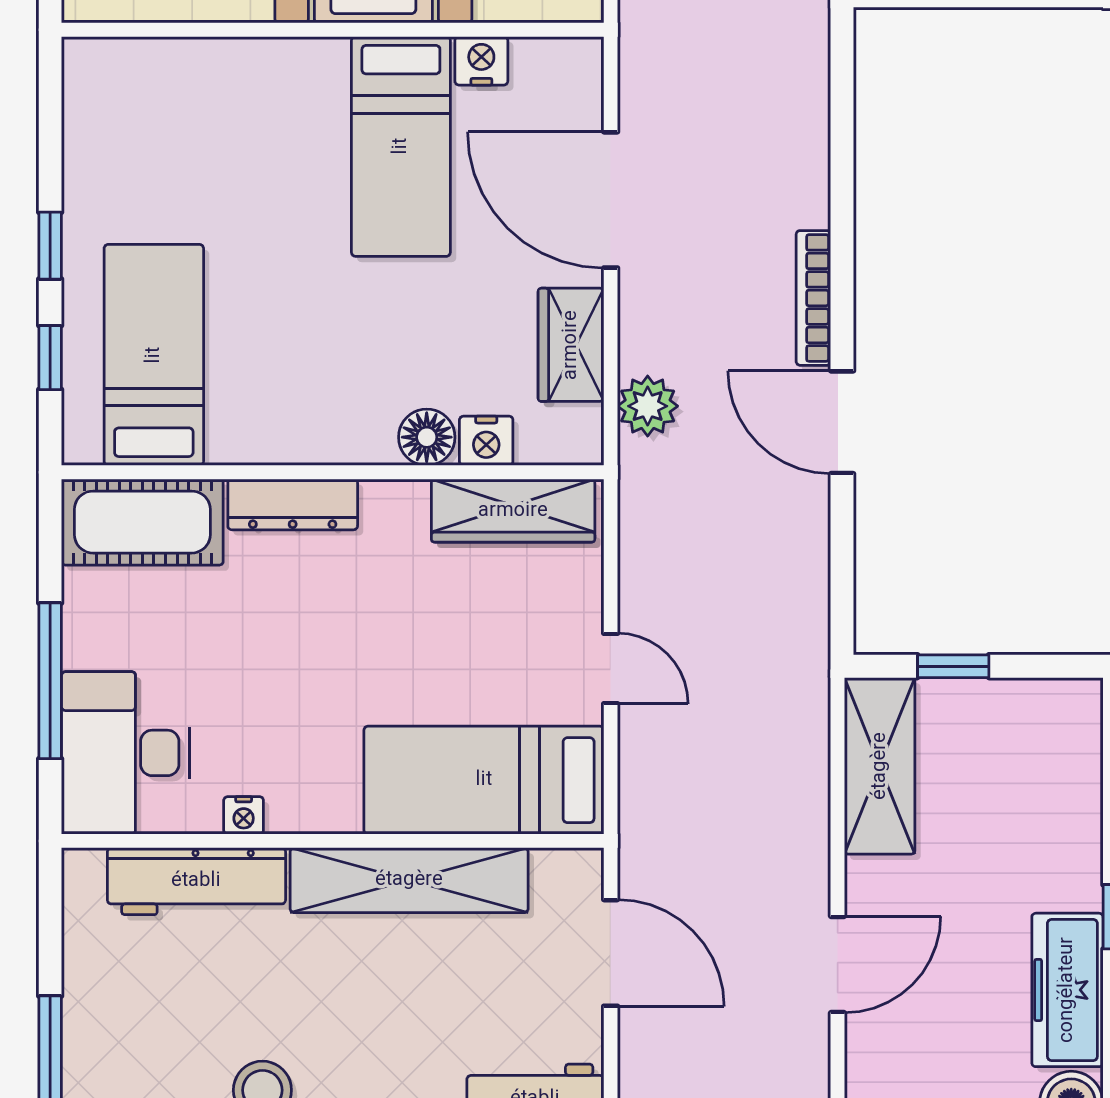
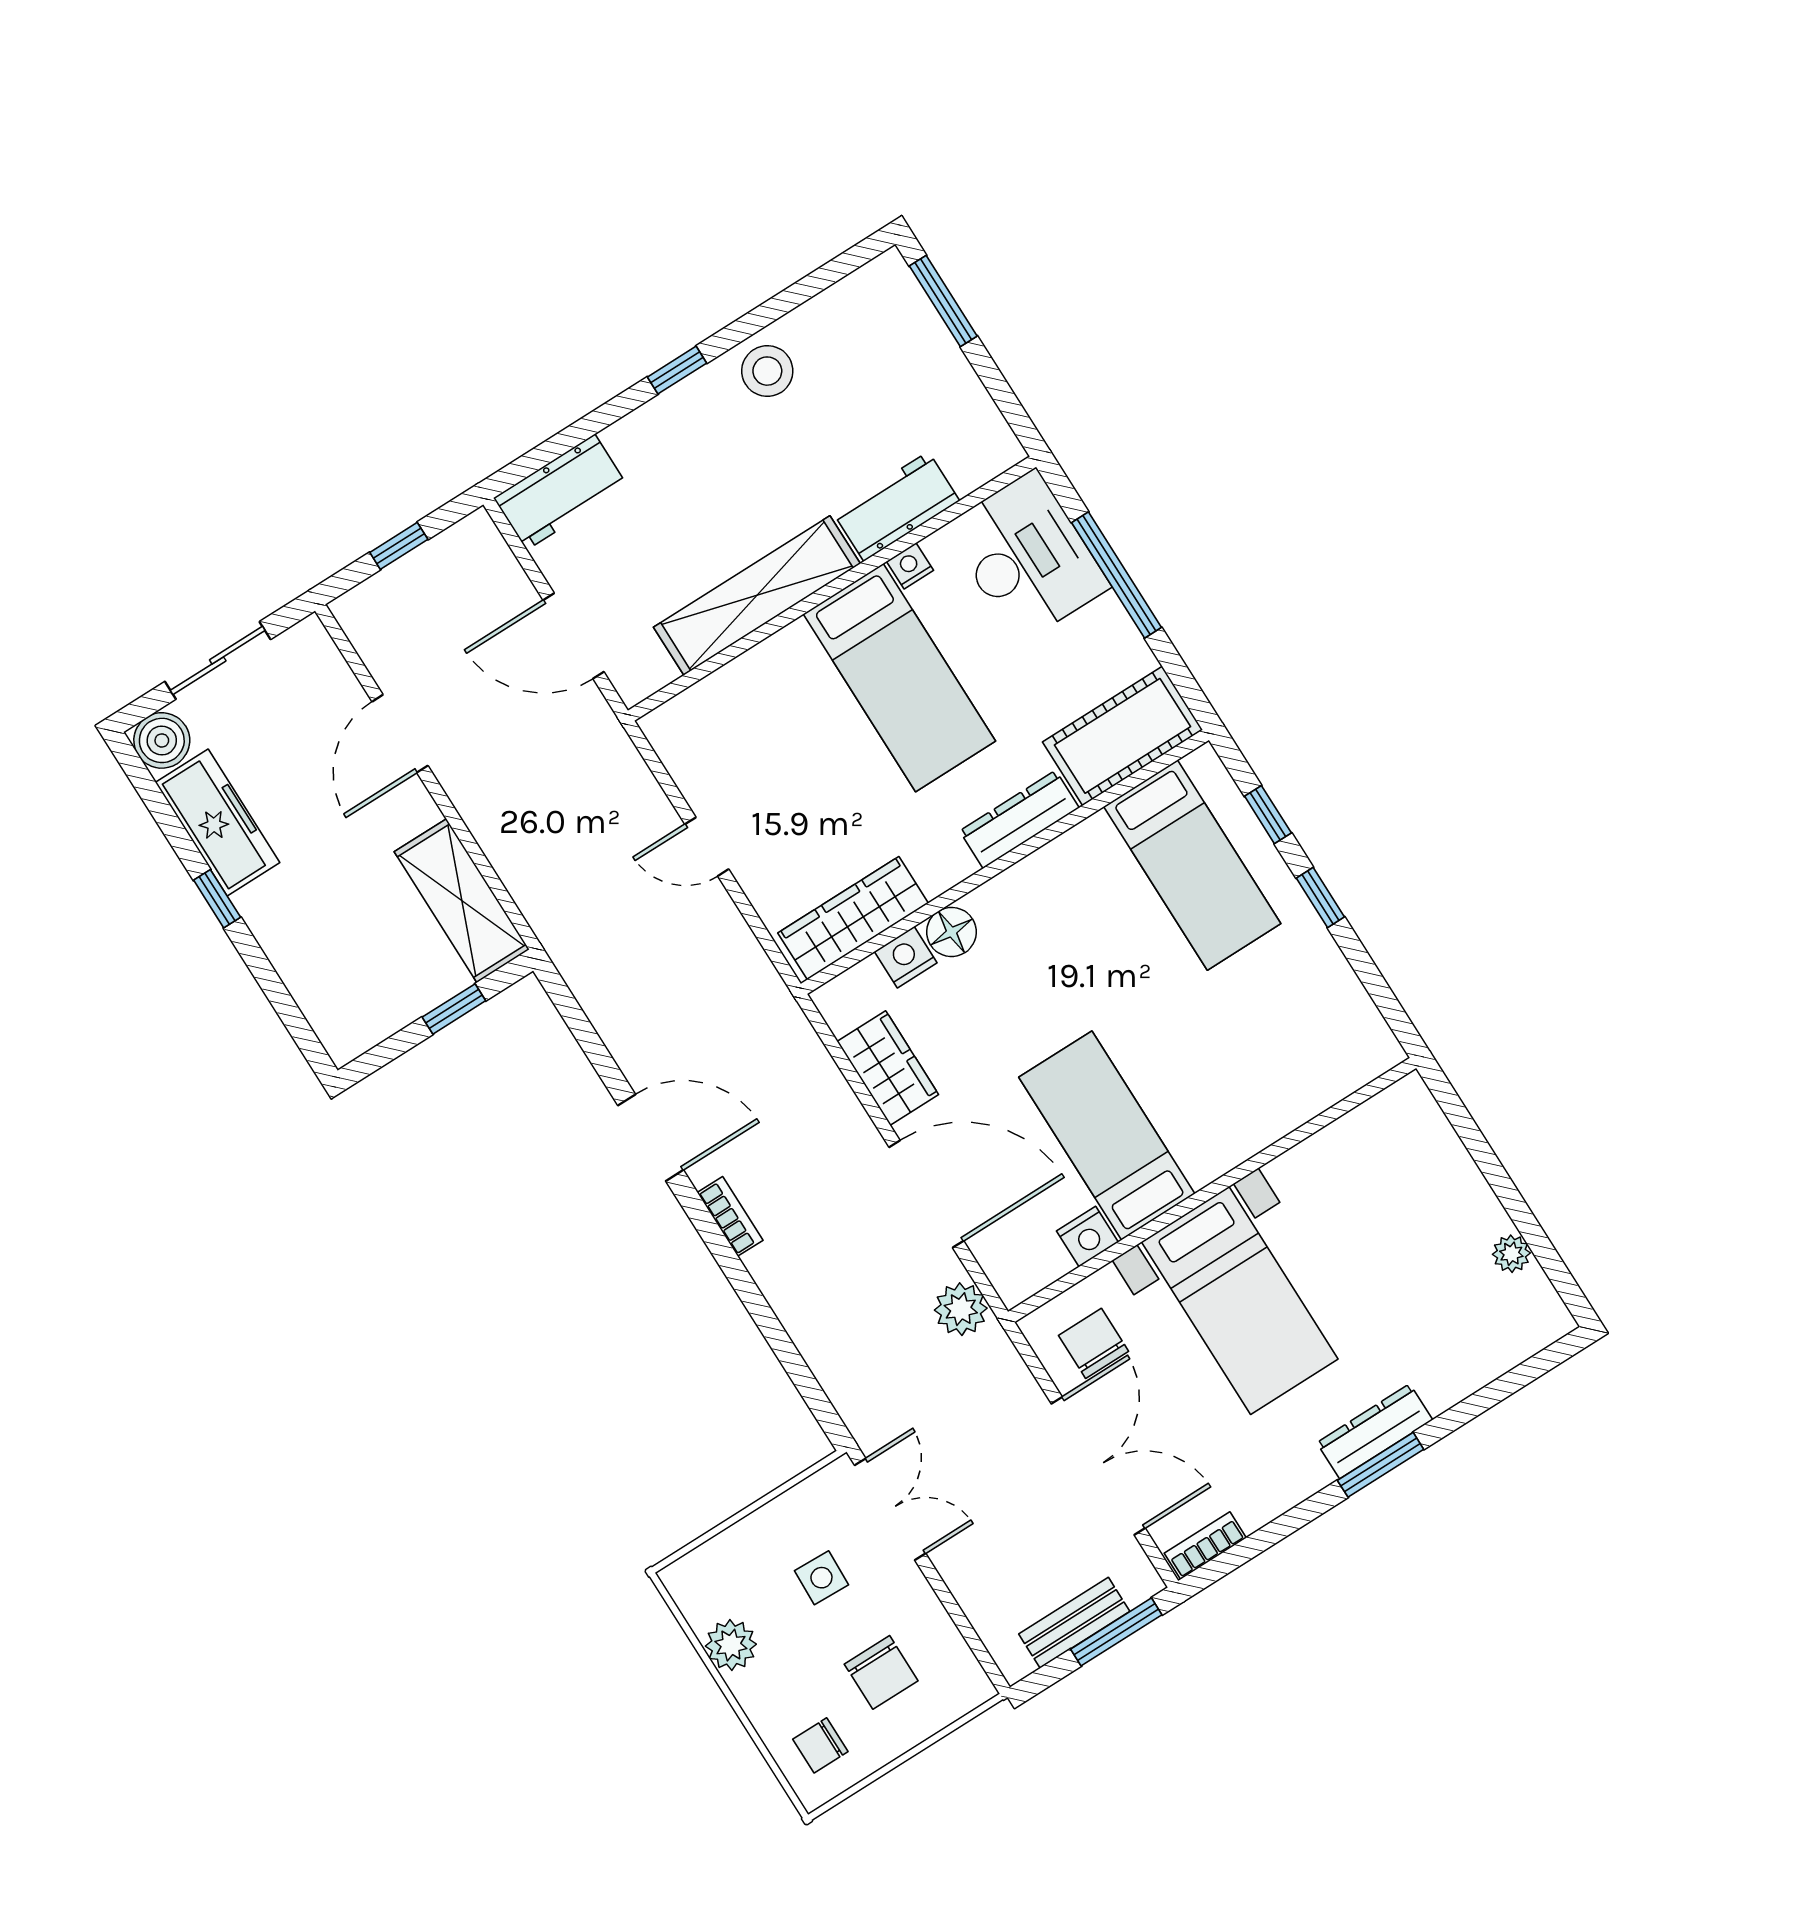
bookcase: (813, 298) -> (730, 1216), width x0.64
plant: (648, 406) -> (961, 1309), moved
bed: (484, 780) -> (899, 678), moved, turned 90
workbench: (196, 881) -> (896, 506), width x0.73

